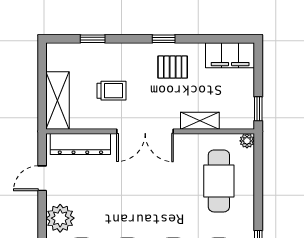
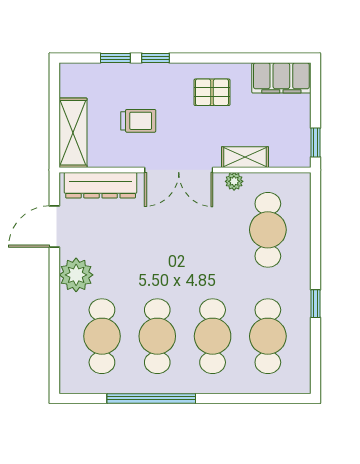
window: (164, 39) -> (156, 58), moved
plant: (247, 141) -> (234, 181), moved
door: (42, 178) -> (54, 227), width x1.37

